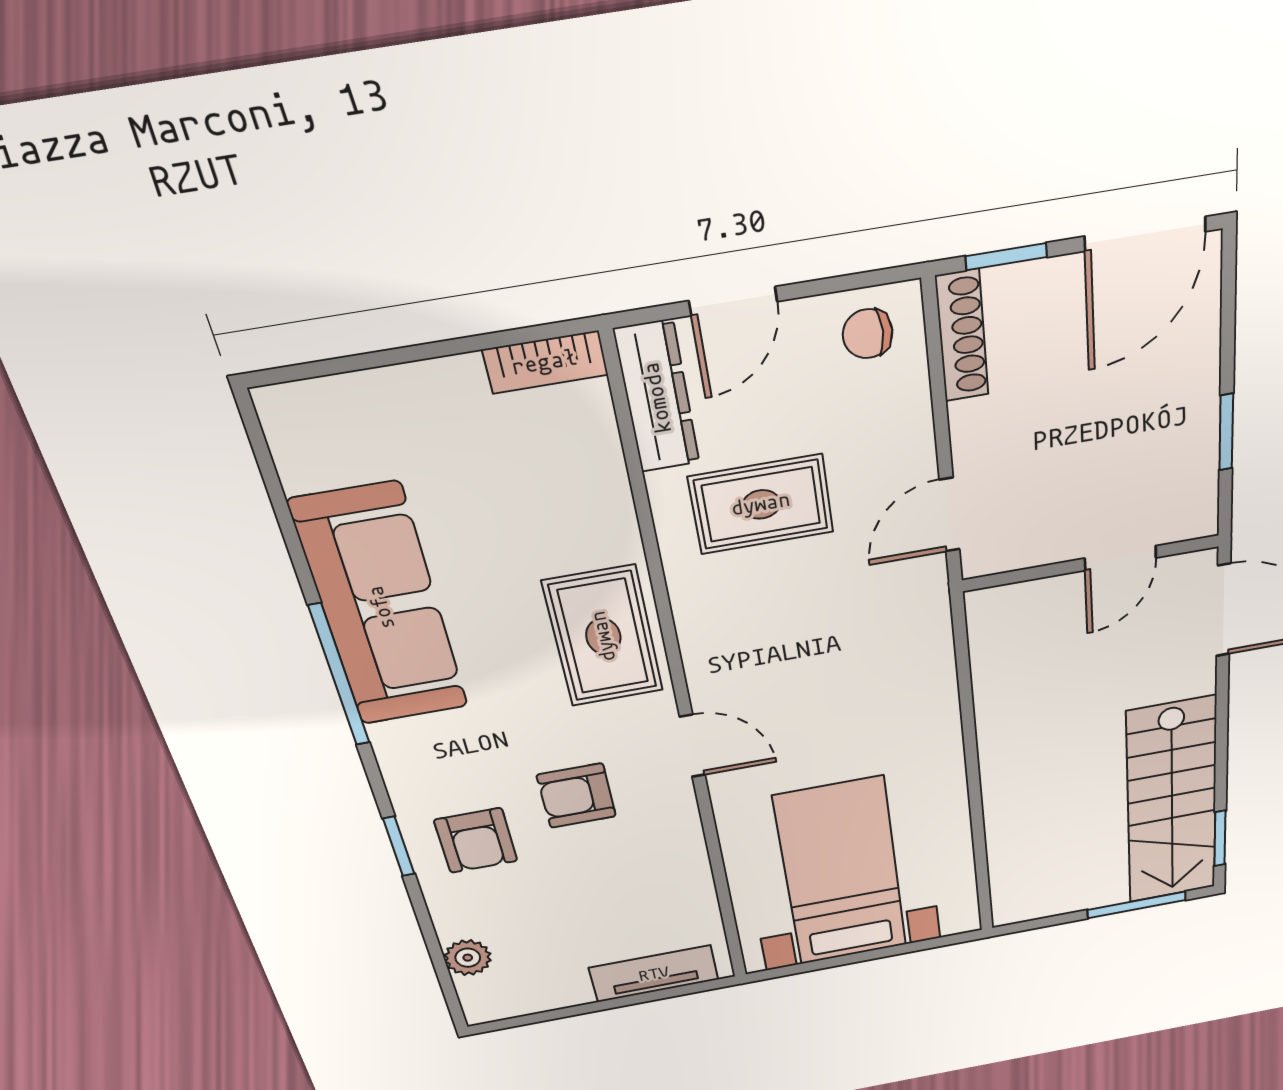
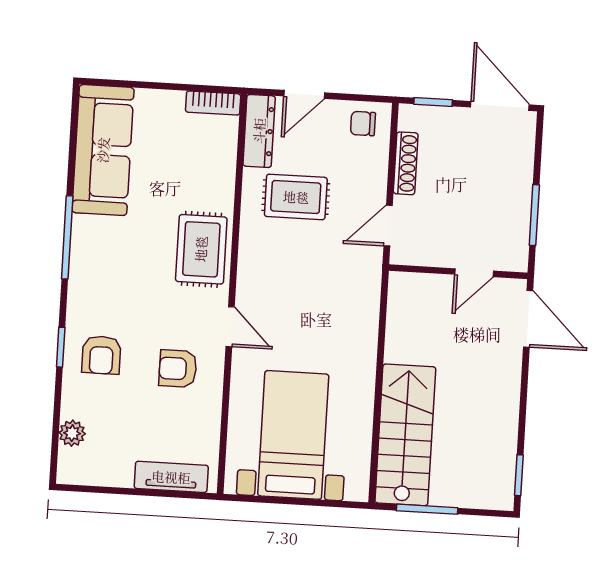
door: (1145, 234) -> (500, 106), swing flipped
shoe rack: (962, 336) -> (406, 163), moved
window: (1226, 432) -> (534, 215), width x1.50
sofa: (381, 607) -> (103, 150), moved
armchair: (576, 796) -> (178, 369), moved
stairs: (1172, 802) -> (405, 435), moved, turned 180
window: (1137, 905) -> (427, 509), moved

